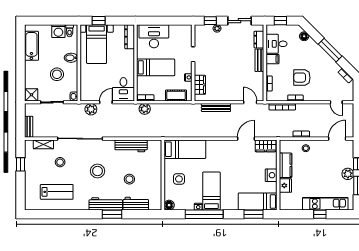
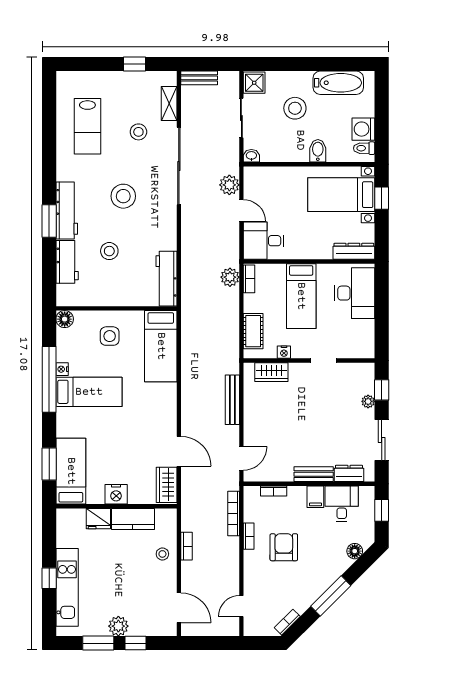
stool: (57, 74) -> (295, 108), moved
workbench: (131, 146) -> (166, 279), moved

